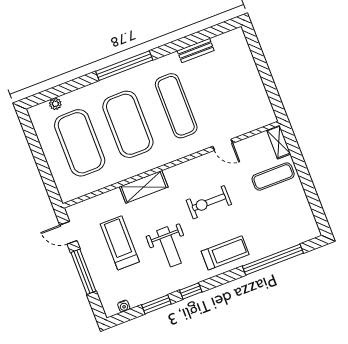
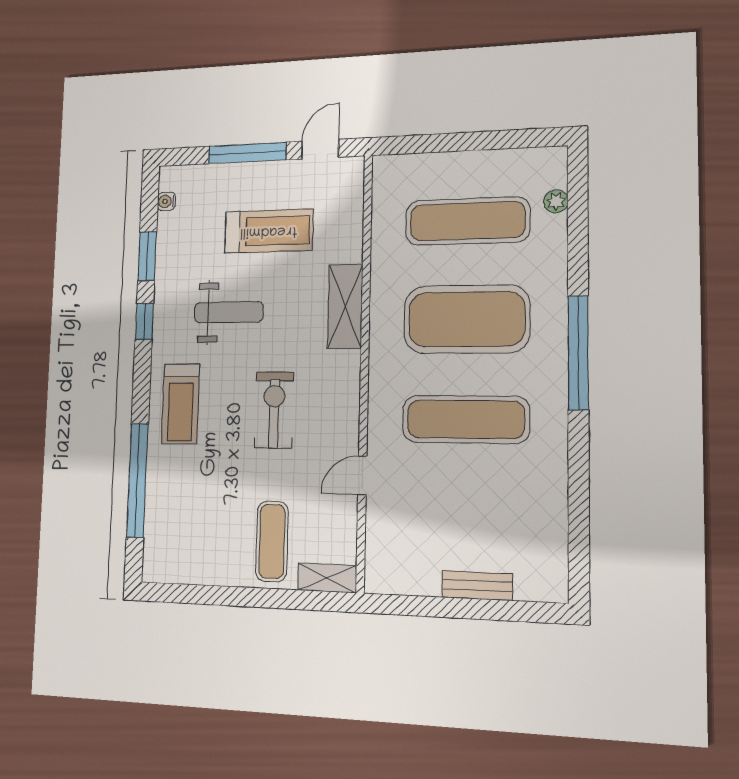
bench: (196, 51) -> (477, 586), moved, turned 90
exercise mat: (80, 143) -> (467, 221), width x0.68
weight bench: (169, 247) -> (229, 312), turned 180

